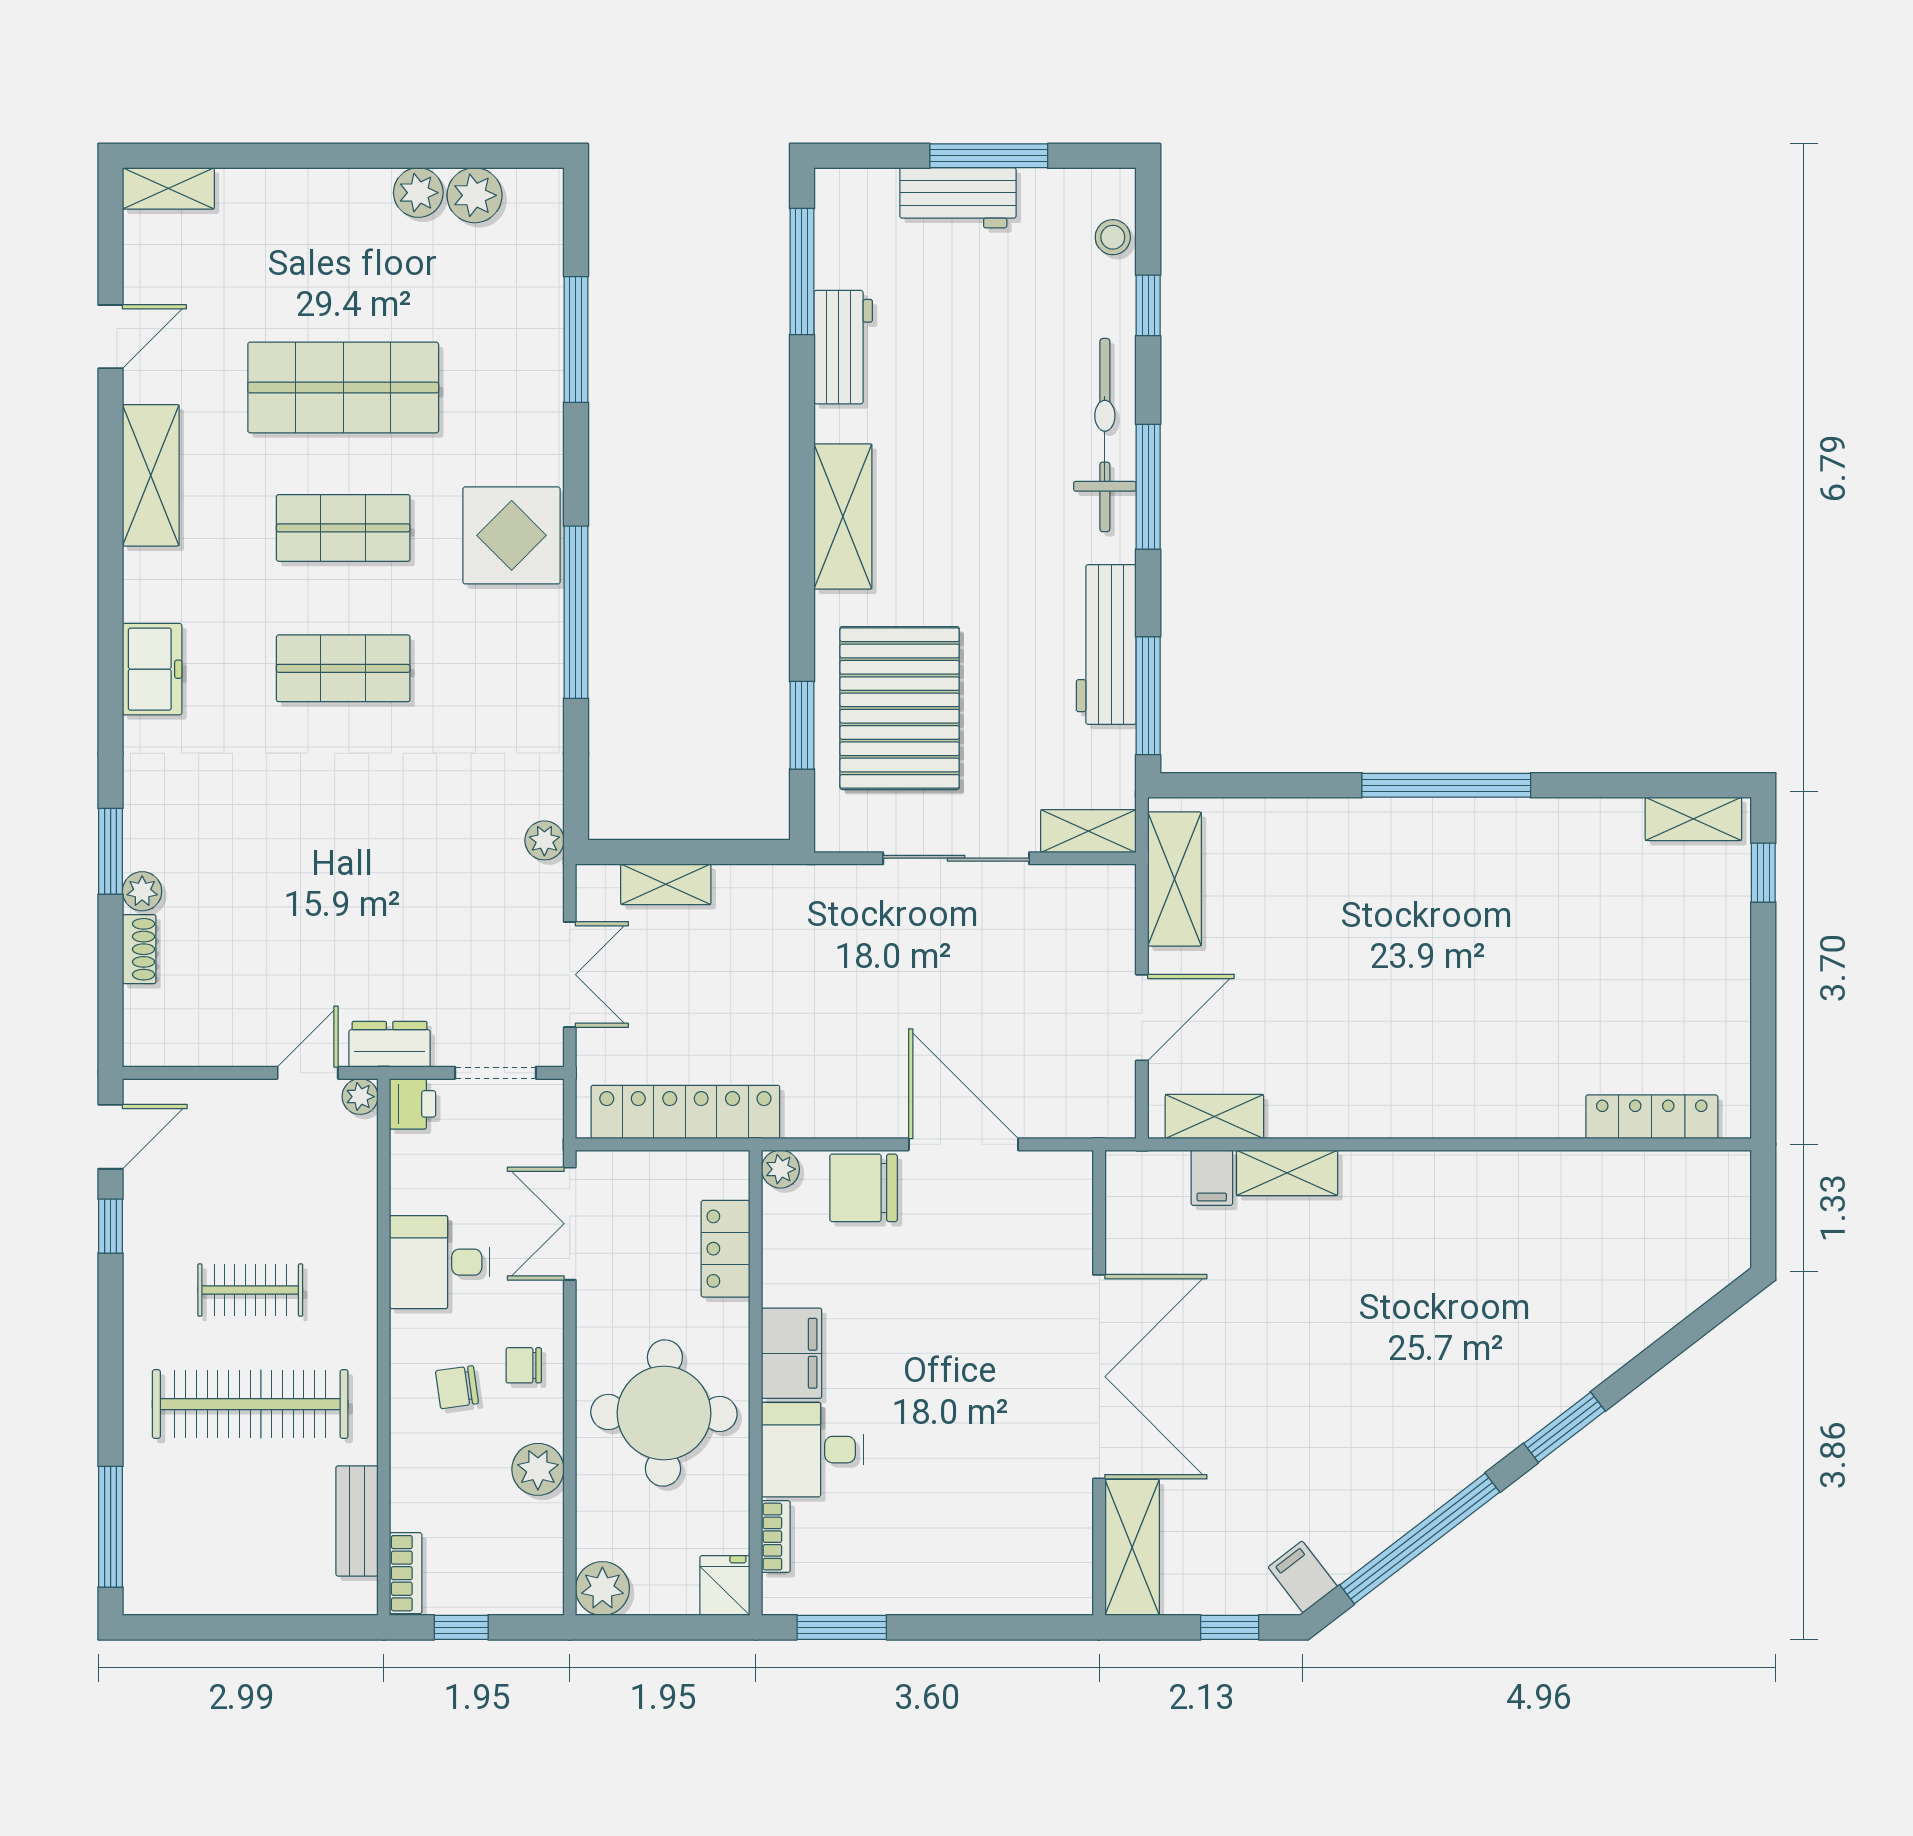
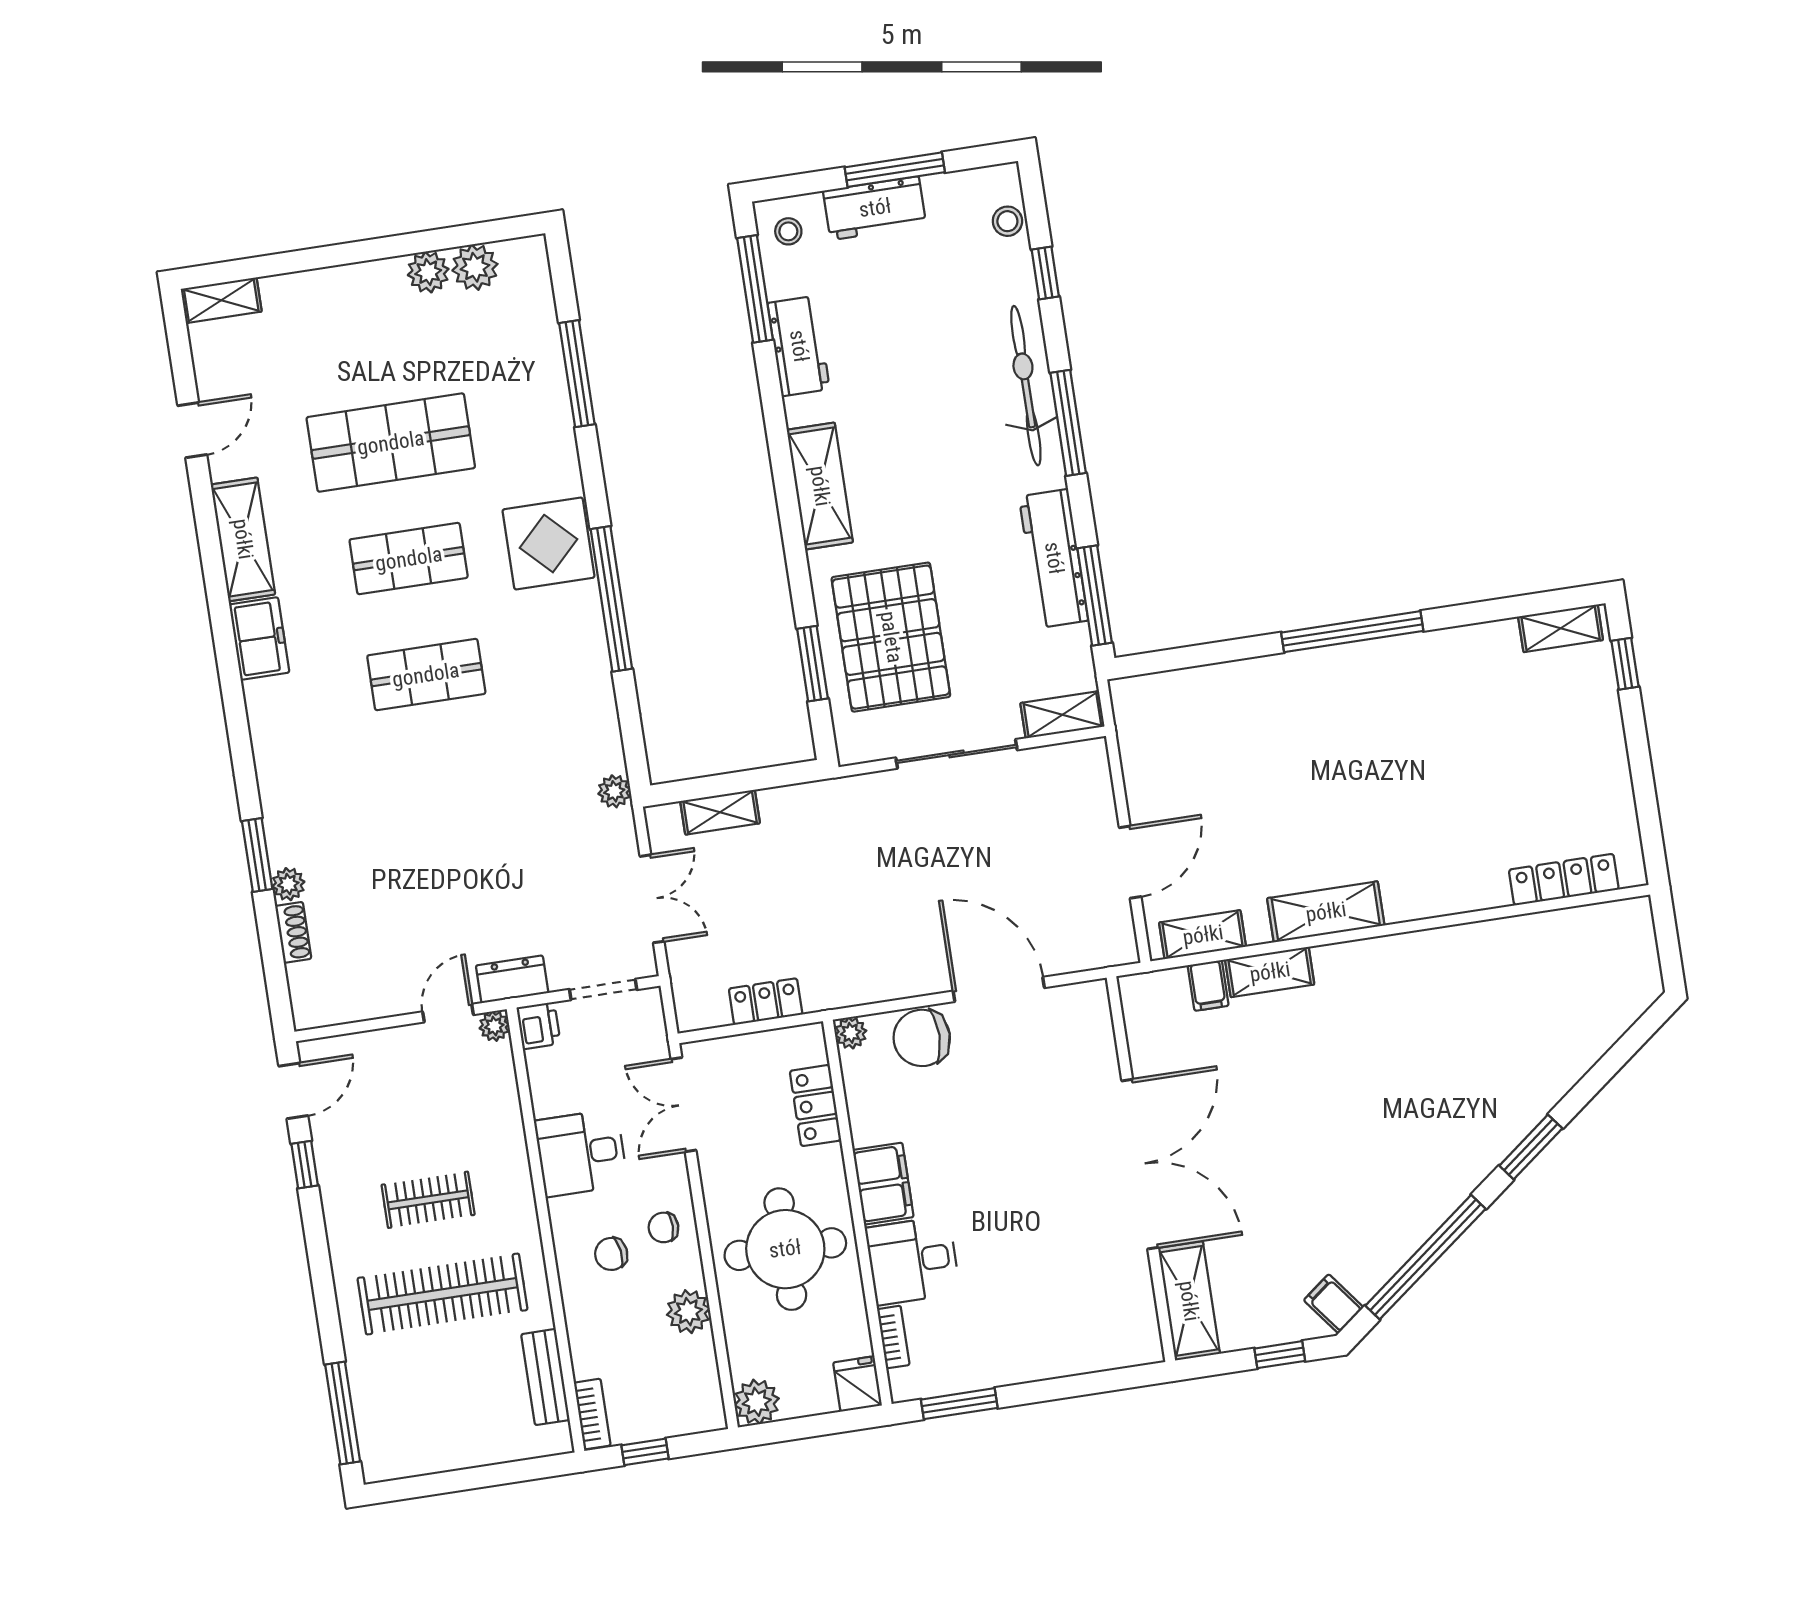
stool: (852, 210) -> (788, 231), added
freezer: (152, 669) -> (259, 639), moved
shelving: (1175, 879) -> (1326, 912), moved, turned 90
locker: (685, 1112) -> (766, 1002), width x0.46, depth x0.83

